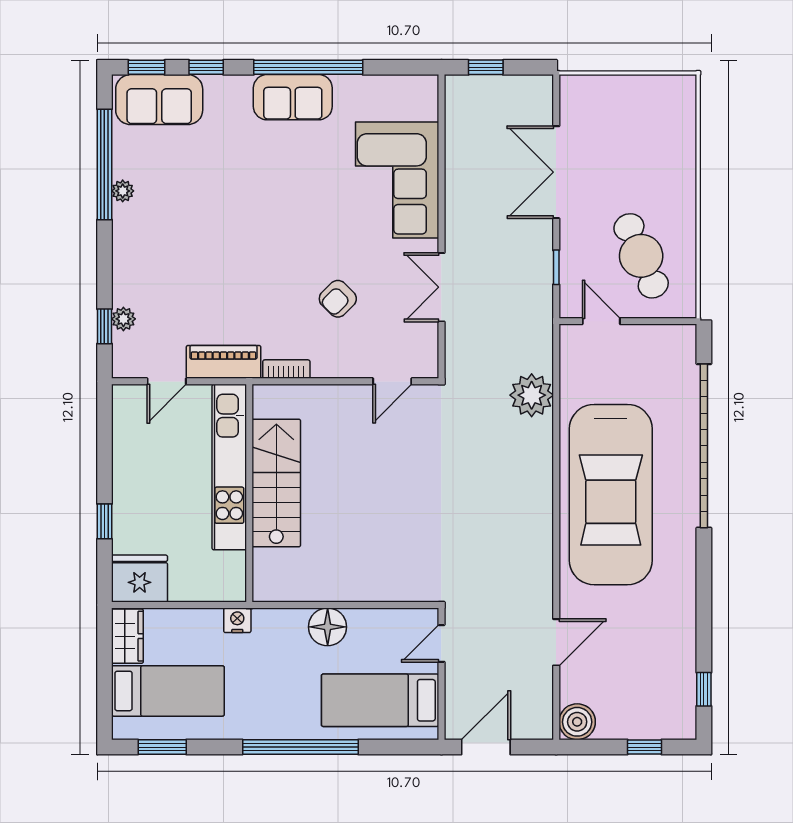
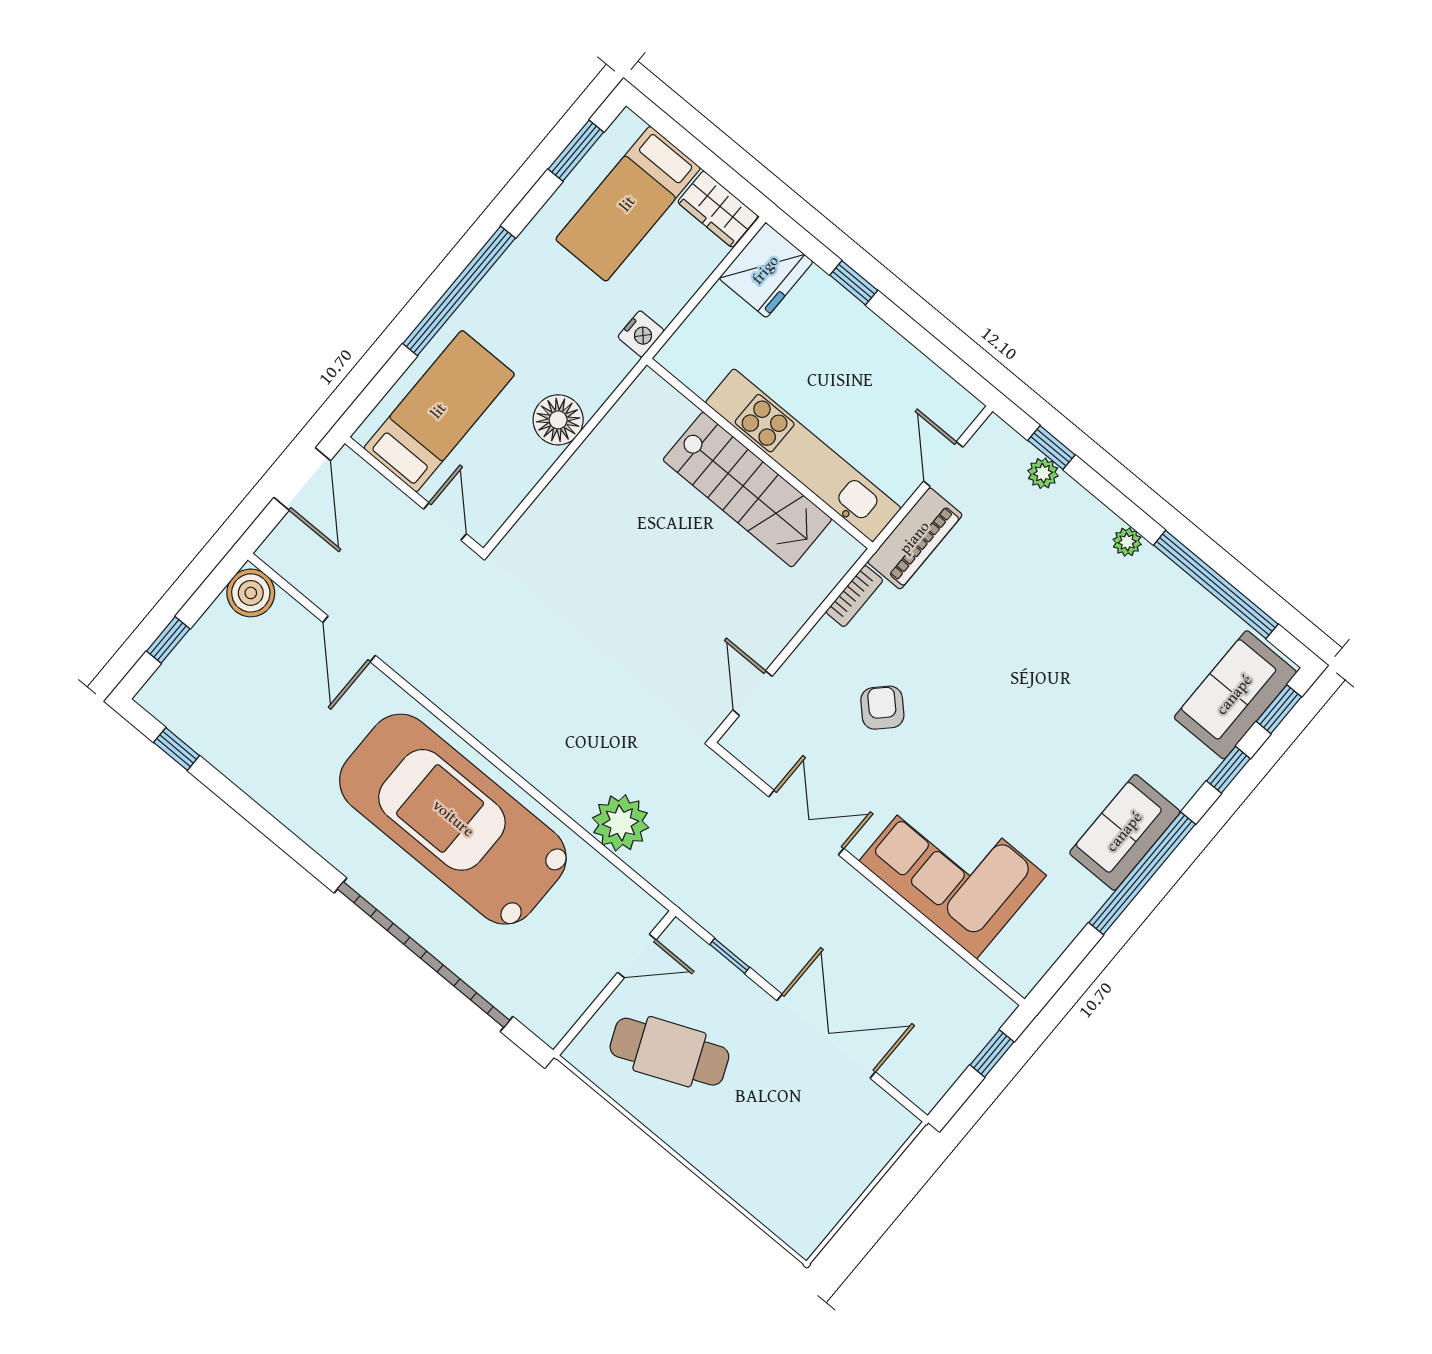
plant: (123, 191) -> (1127, 542), moved

